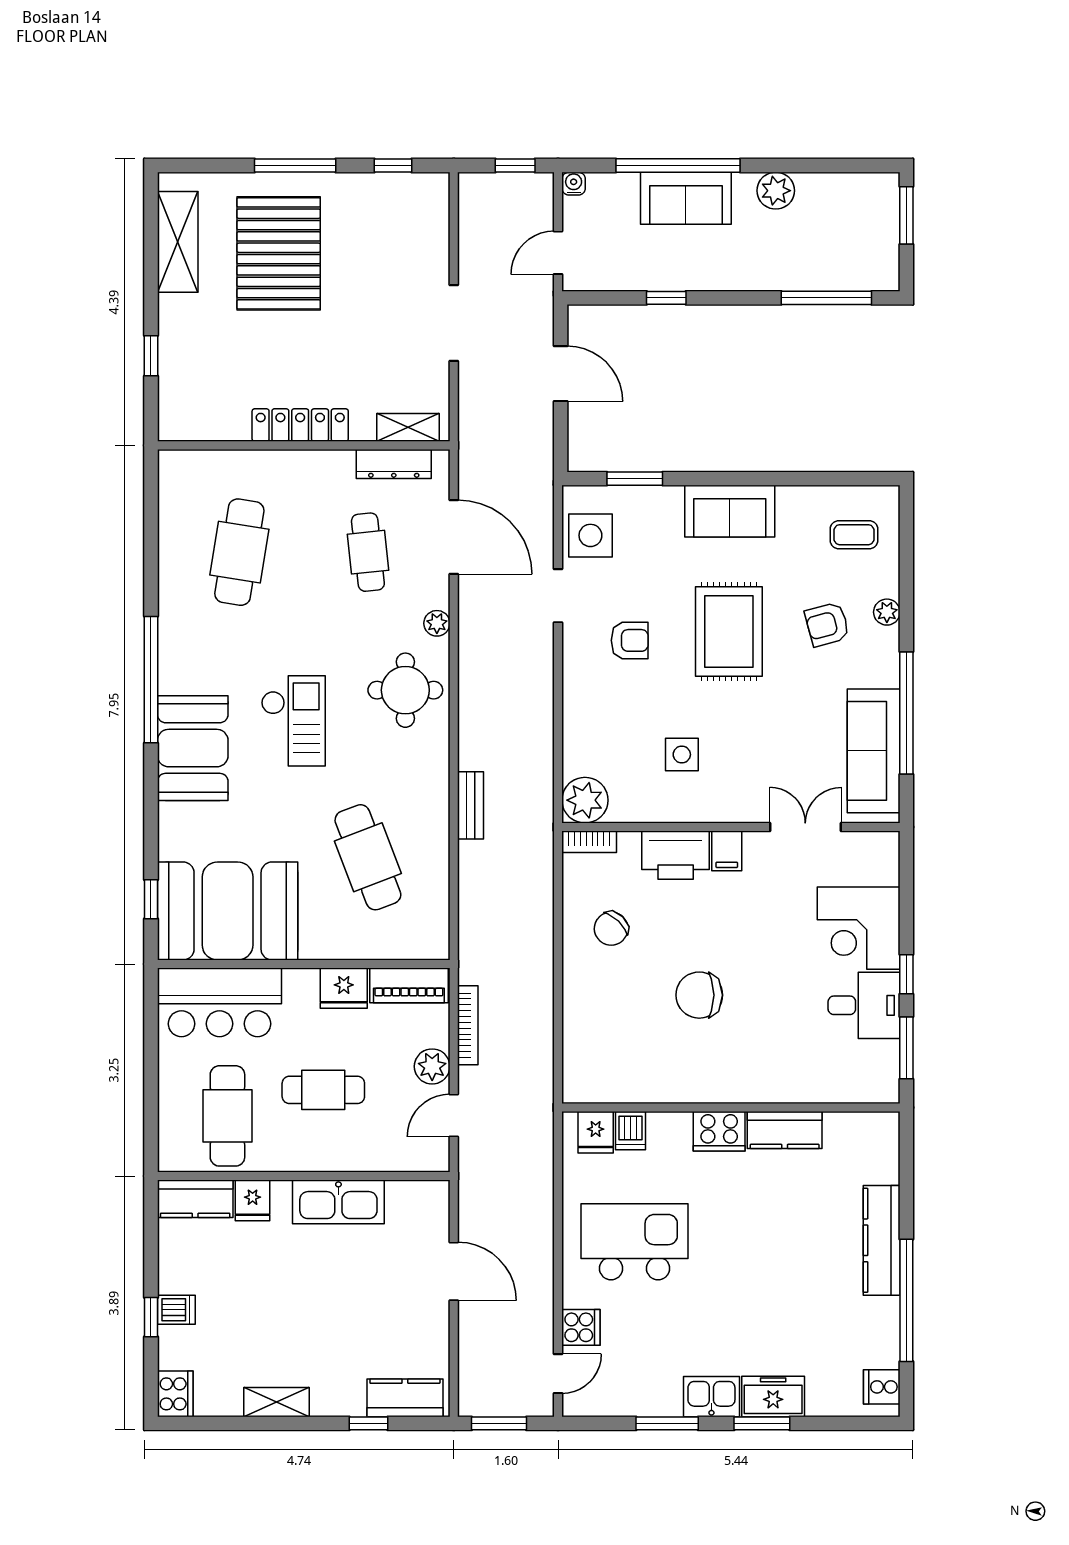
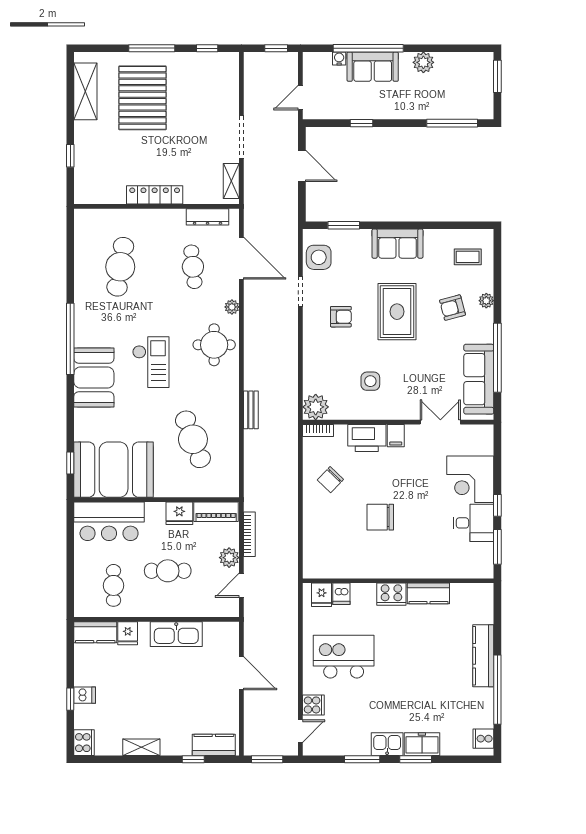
water cooler: (574, 184) -> (339, 58), moved
shelving: (408, 427) -> (231, 181), moved, turned 90
cafe table: (227, 1116) -> (114, 585), width x0.73, depth x0.74

